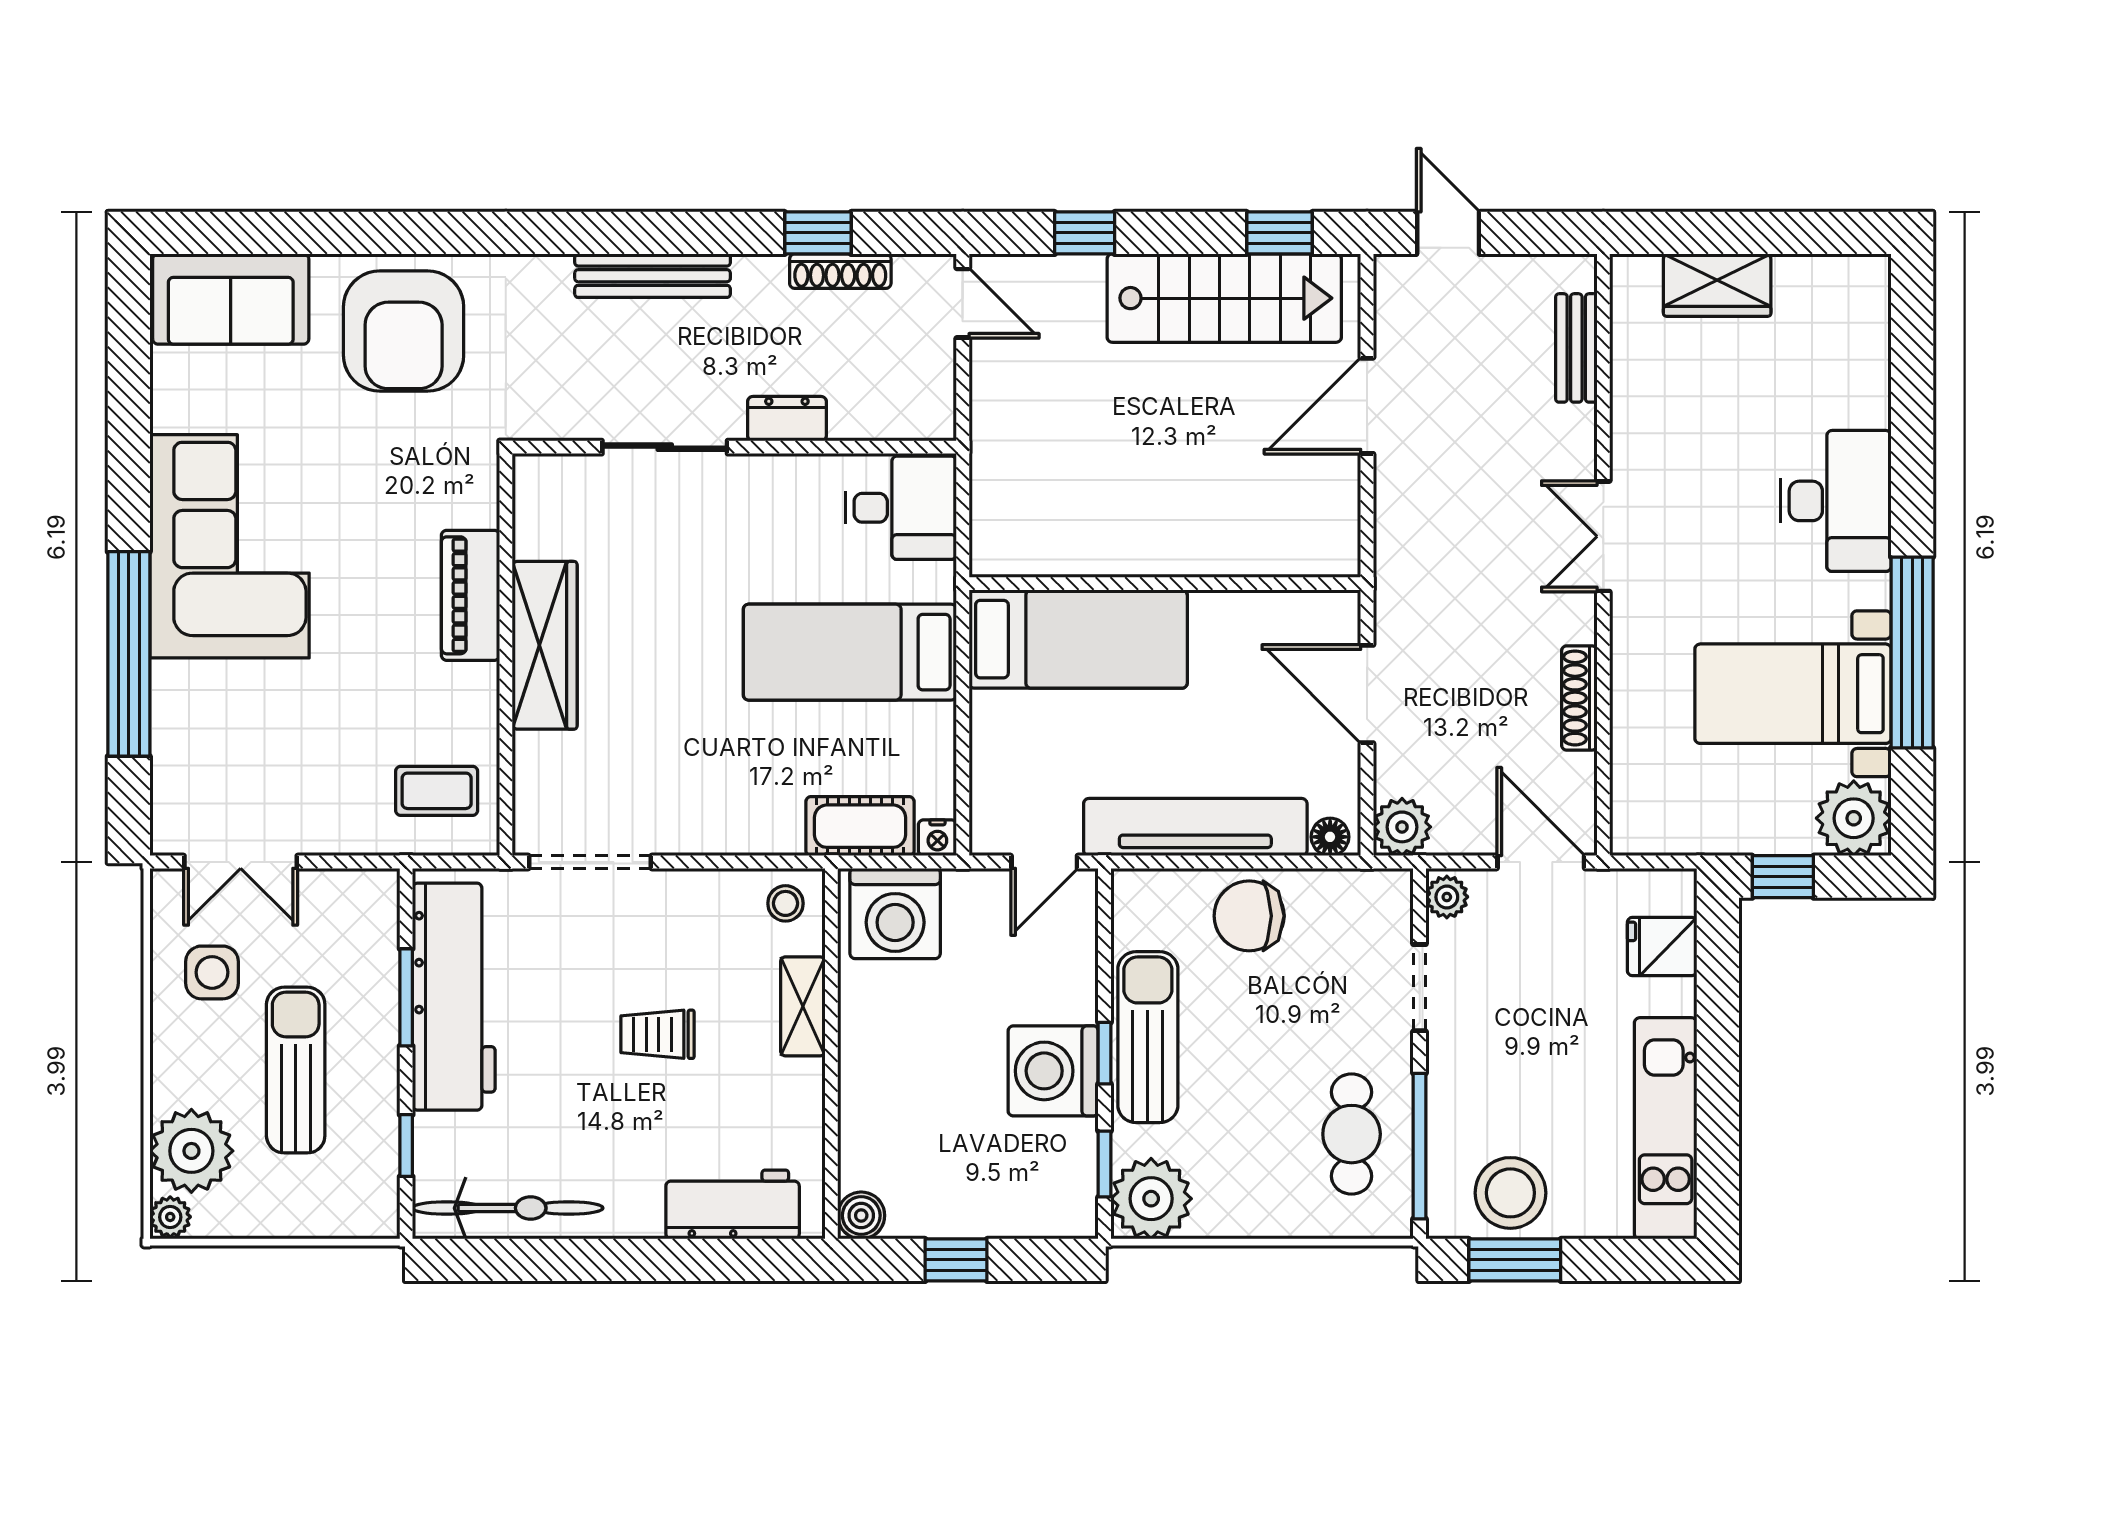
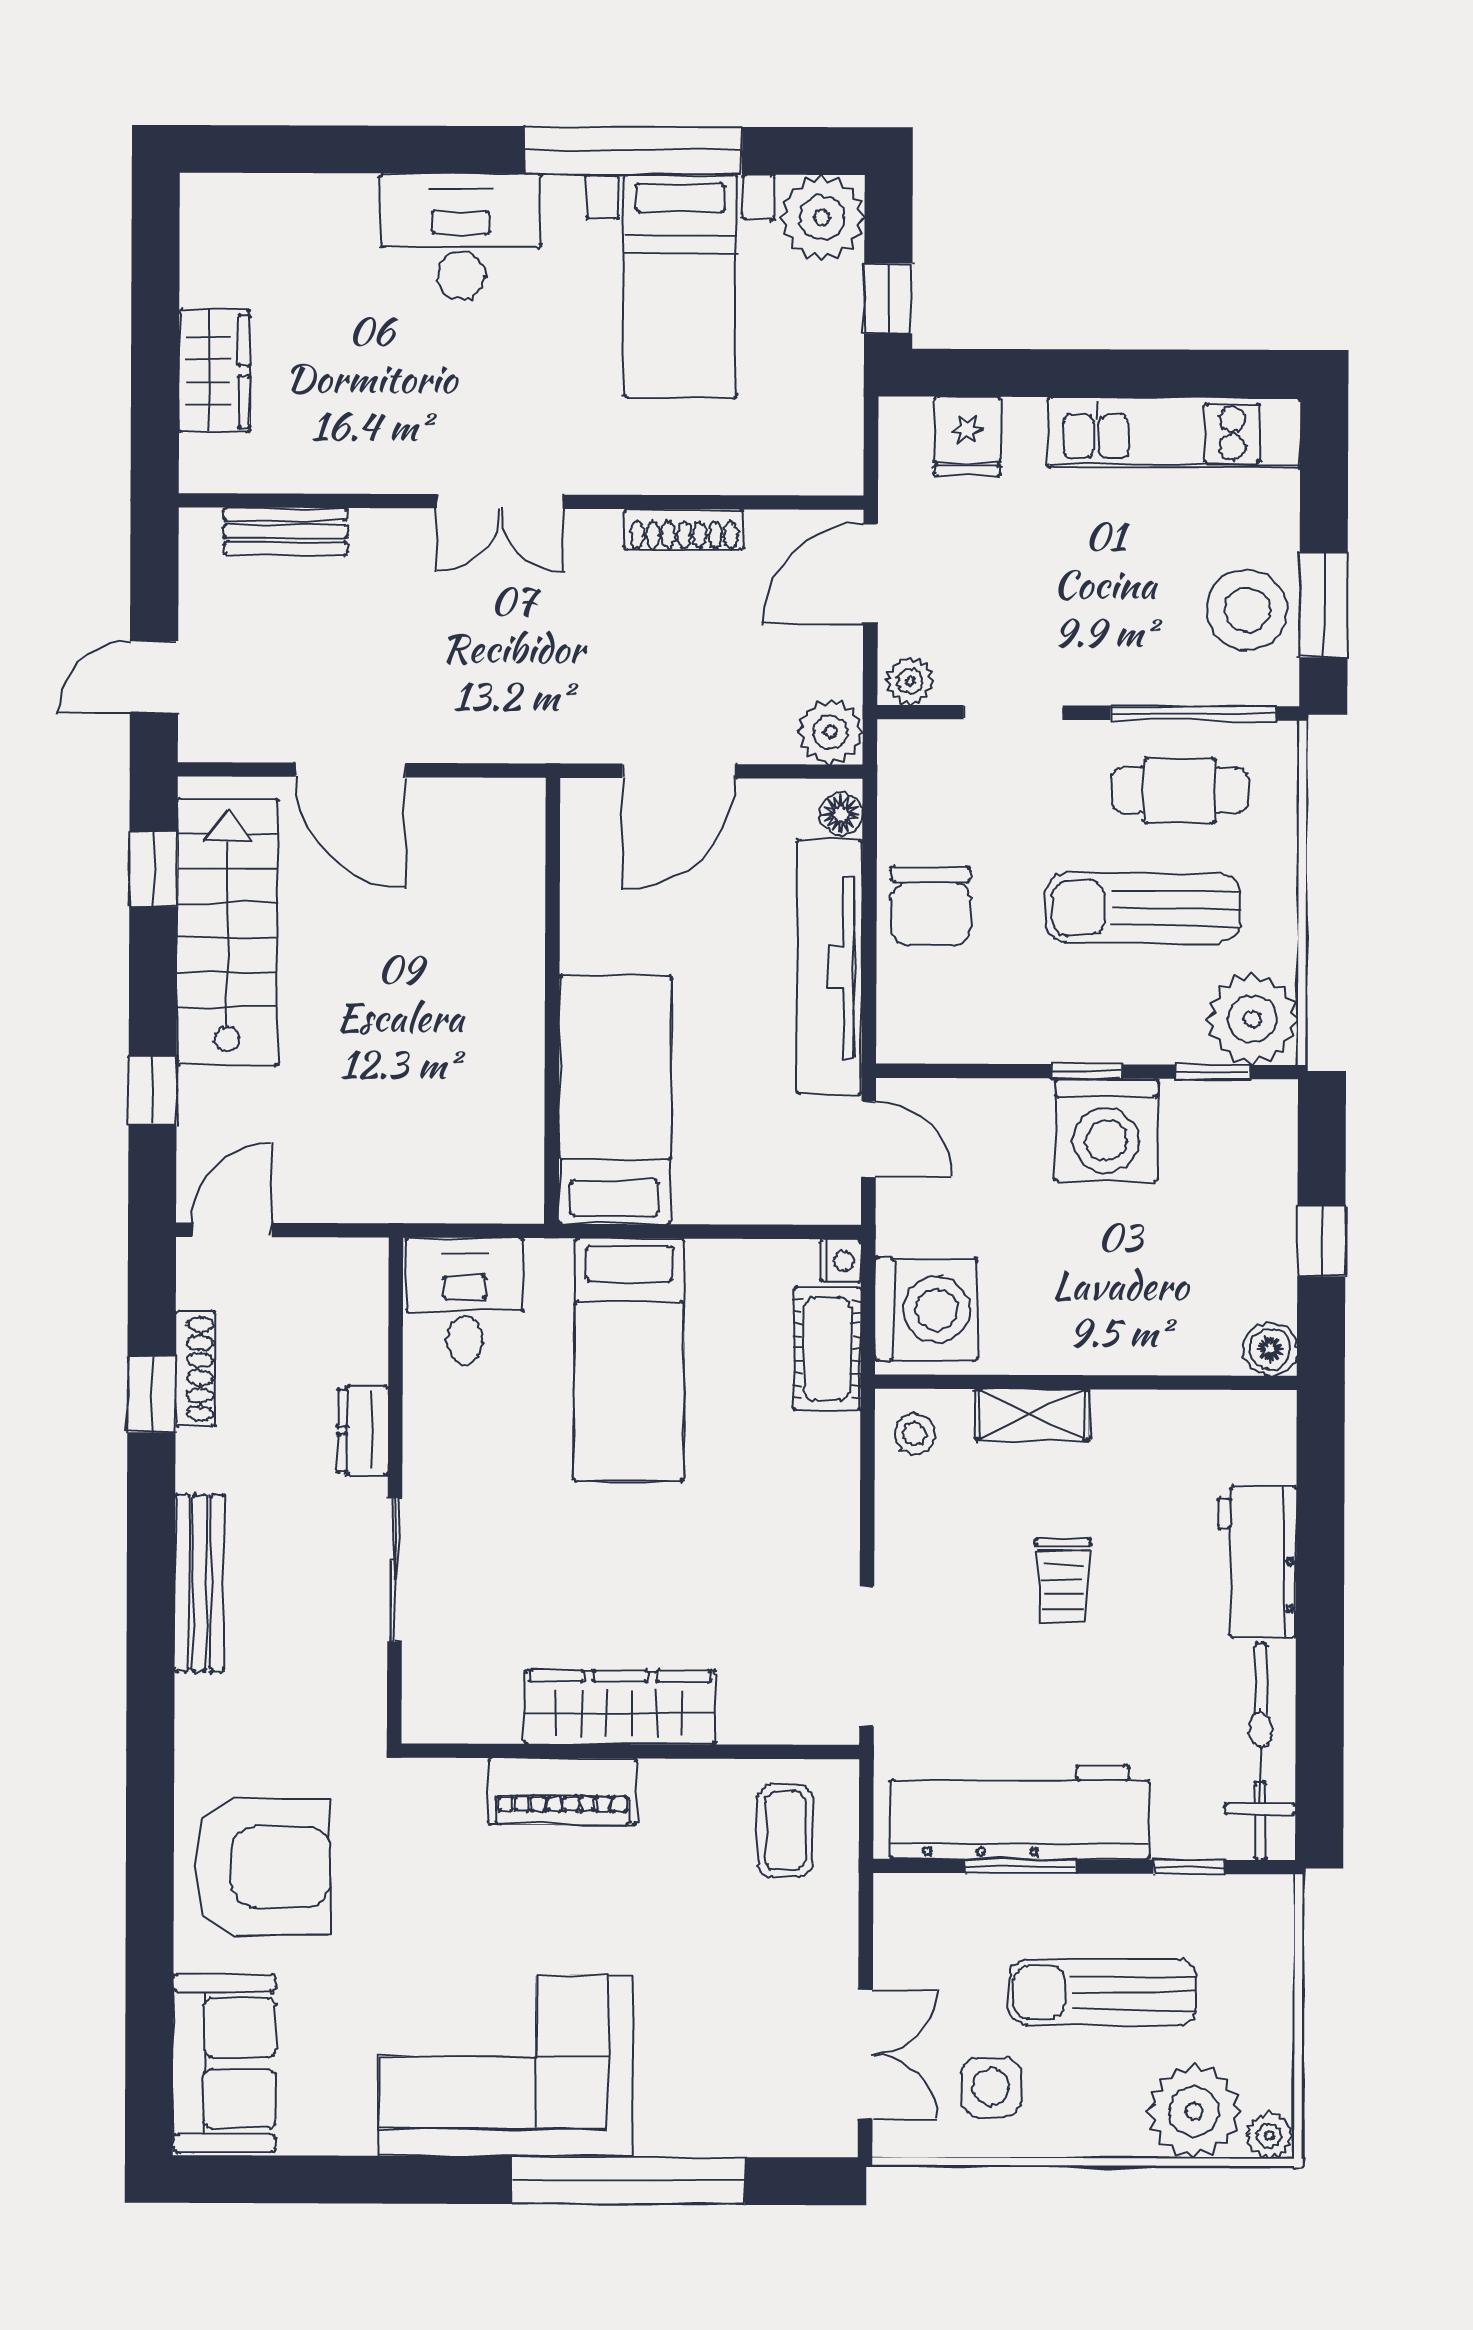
sun lounger: (1148, 1037) -> (1143, 908), moved
workbench: (733, 1204) -> (1257, 1562), moved

